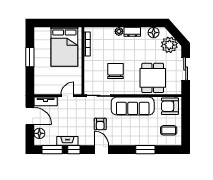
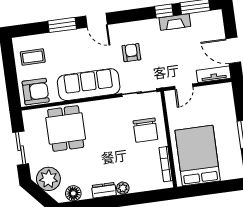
chair: (115, 71) -> (145, 130), moved
floor lamp: (39, 133) -> (216, 27), removed
door: (102, 150) -> (96, 20), moved

